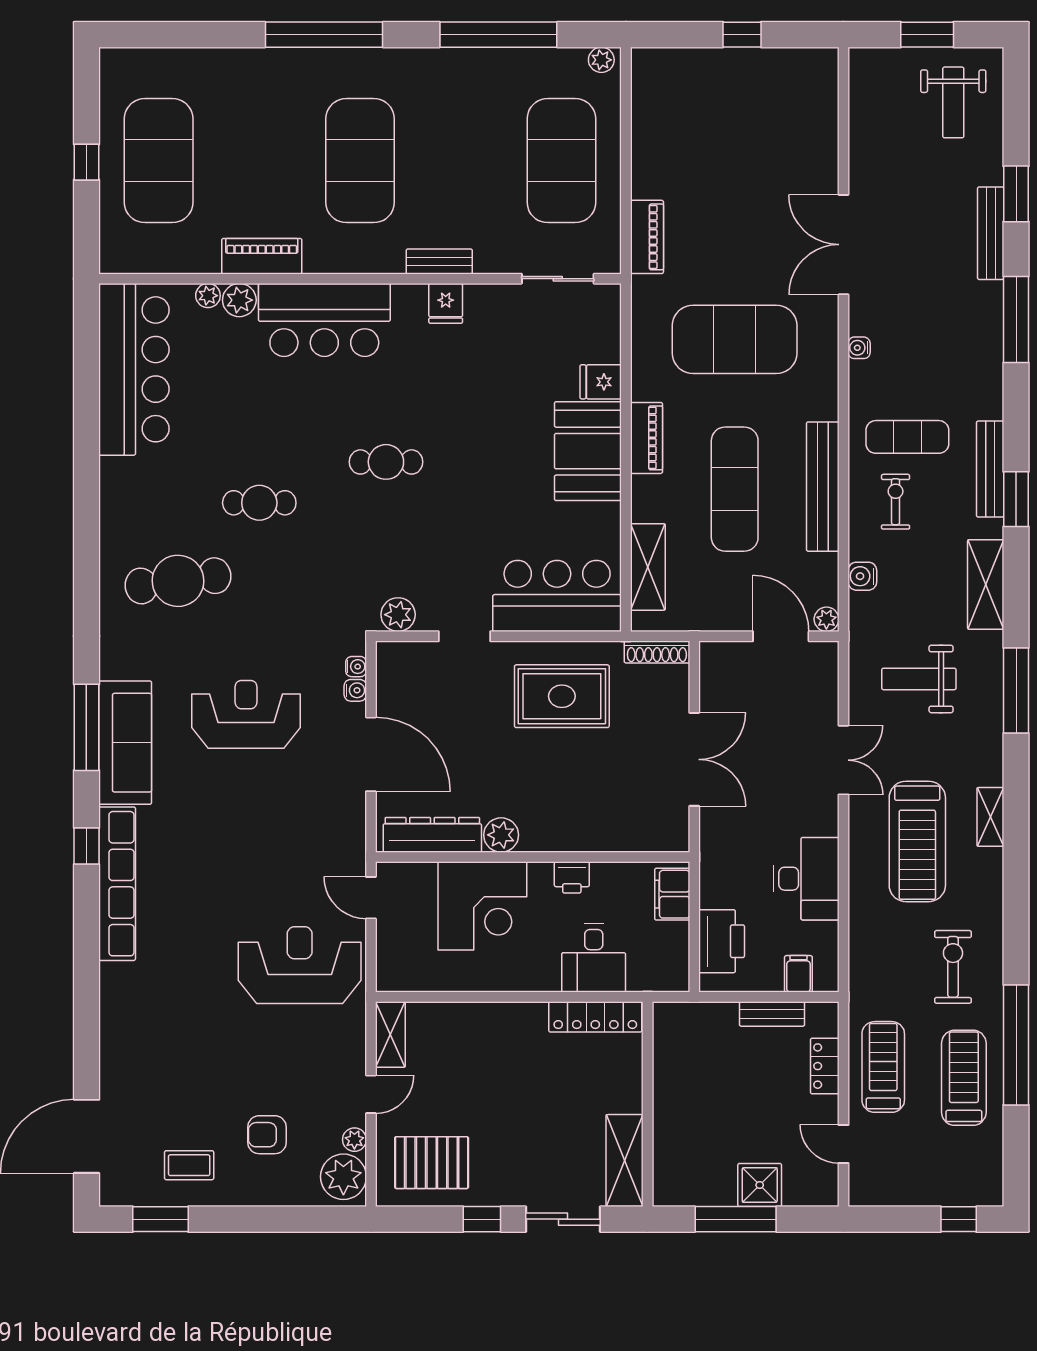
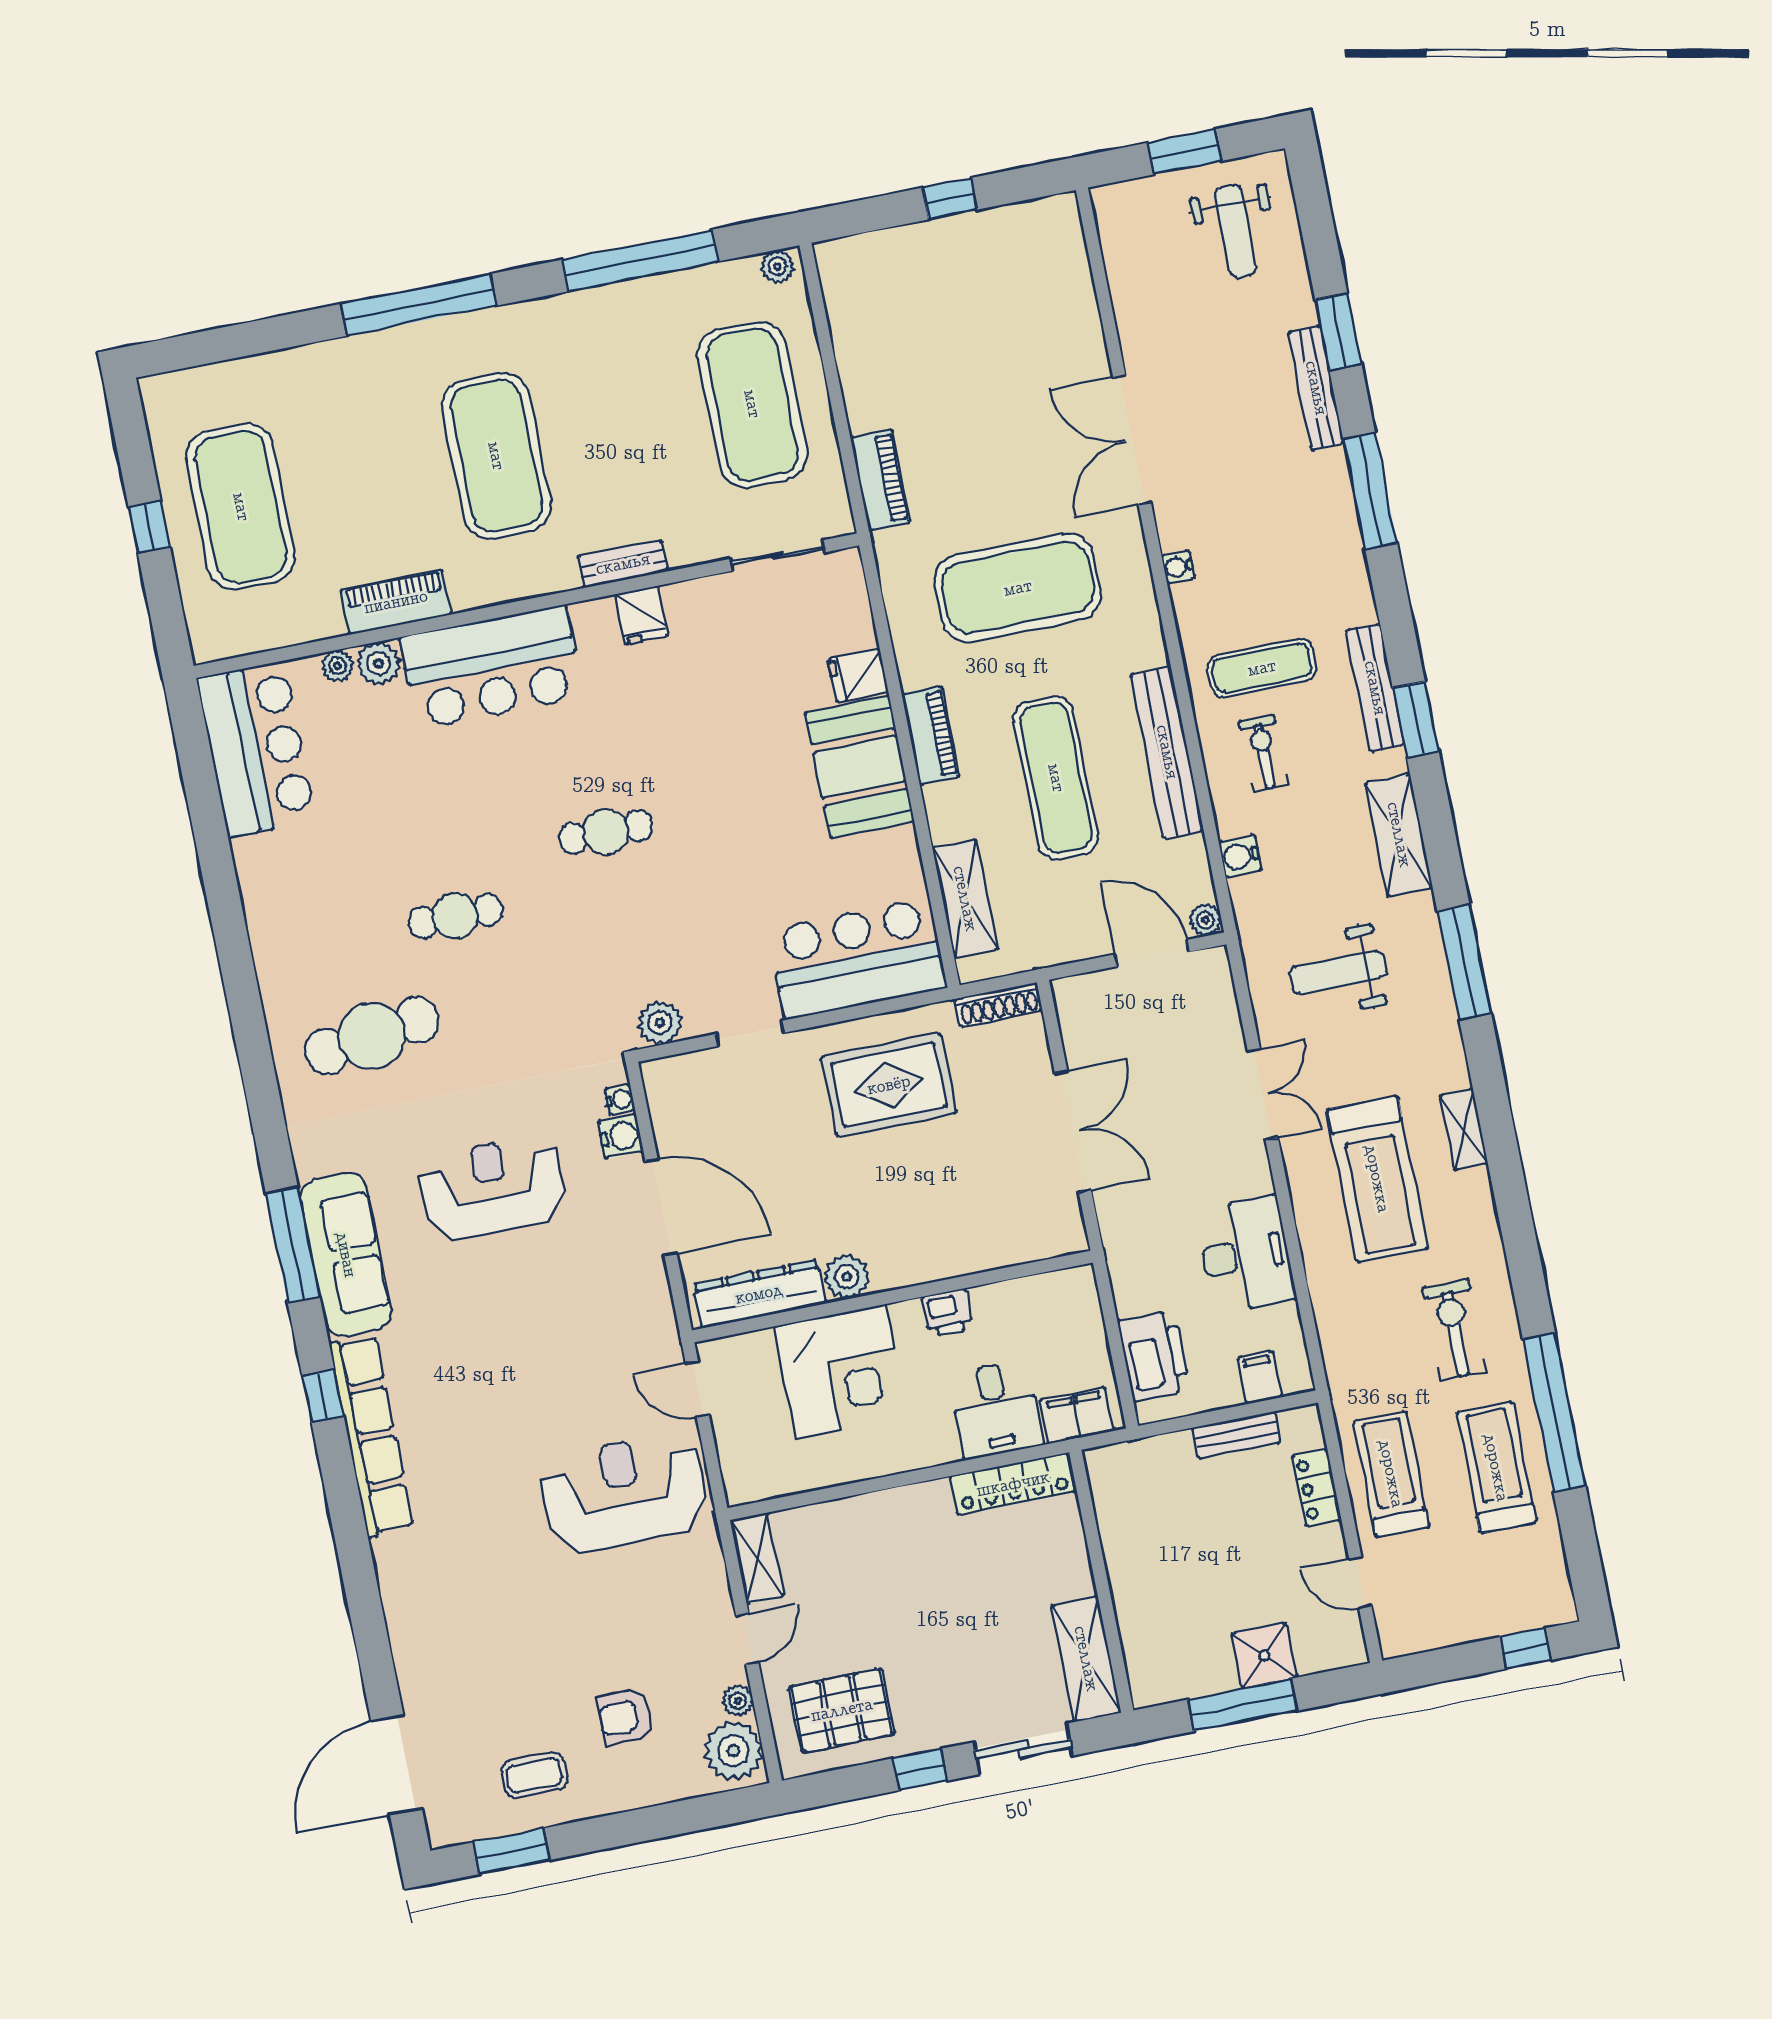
bar counter: (134, 369) -> (256, 749), width x0.73
water cooler: (355, 690) -> (621, 1136), width x1.38, depth x1.38
filing cabinet: (672, 894) -> (1077, 1415), moved, turned 90

